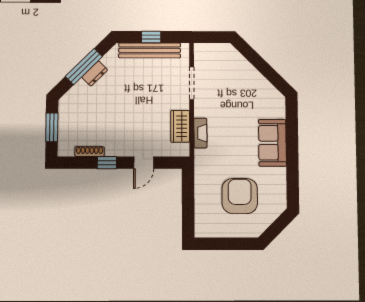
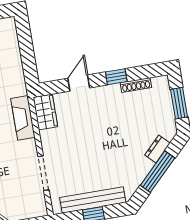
dresser: (95, 74) -> (157, 149), moved
wardrobe: (180, 126) -> (45, 112), moved
fireplace: (200, 133) -> (23, 118), width x1.37, depth x1.32

